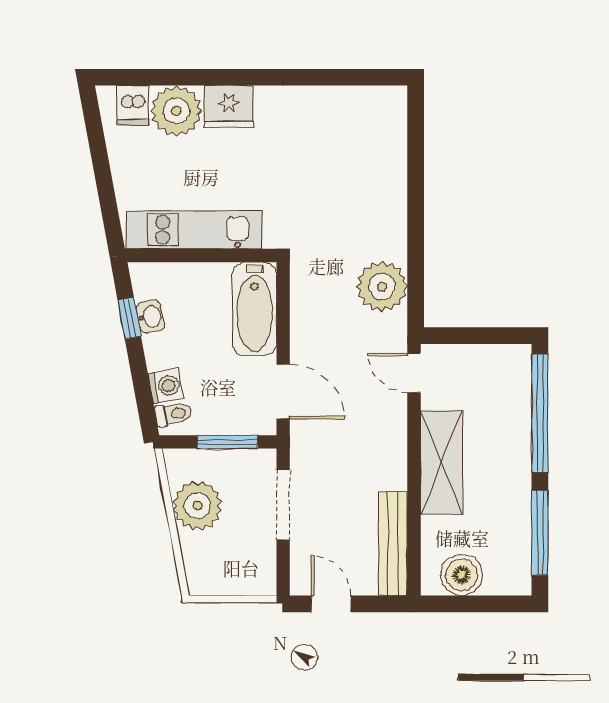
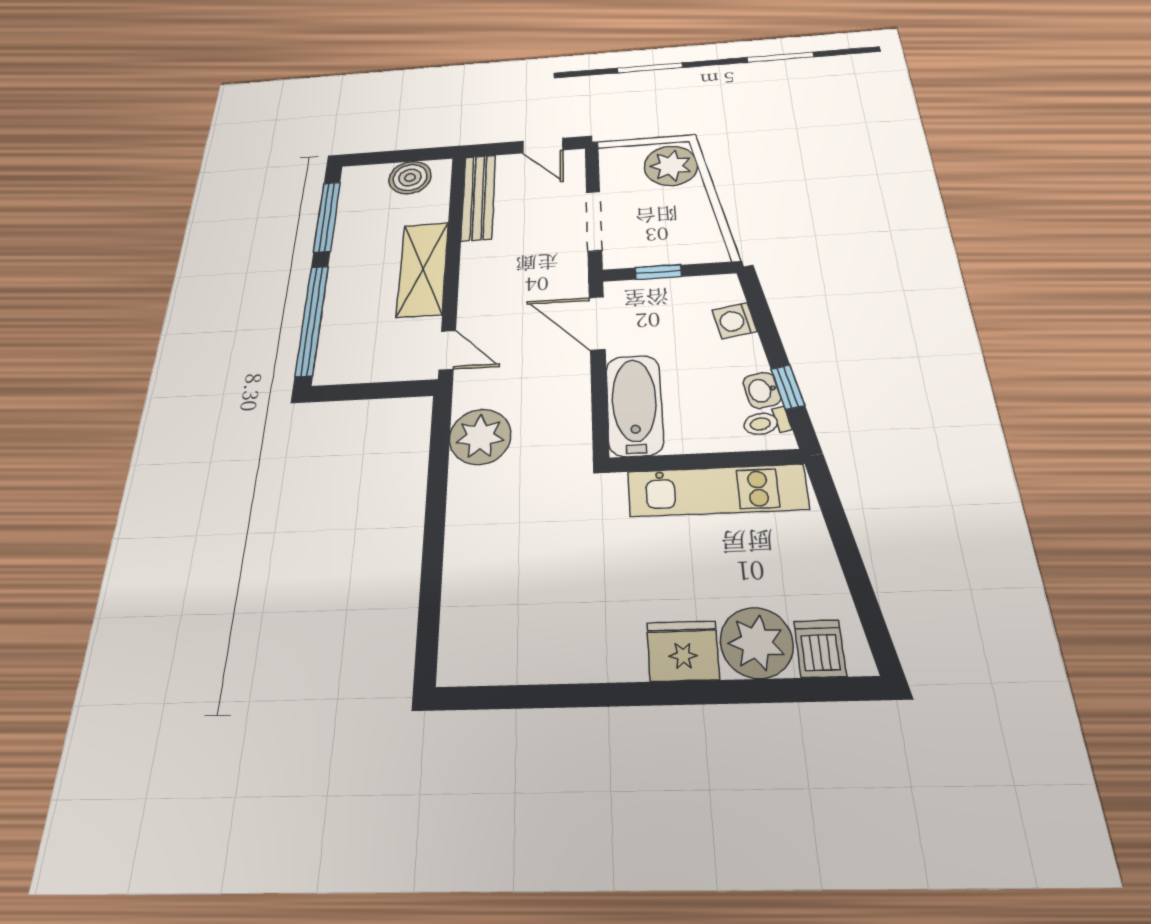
toilet: (173, 414) -> (766, 423), moved
window: (228, 442) -> (658, 272), width x0.67
plant: (197, 506) -> (671, 166), moved

